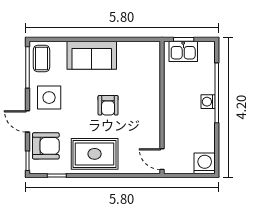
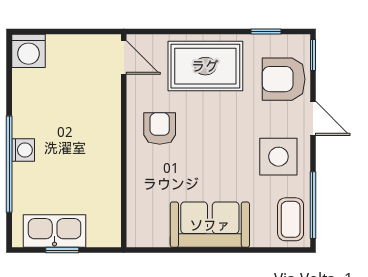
kitchen sink: (183, 51) -> (55, 231), width x1.38
armchair: (108, 105) -> (160, 128), moved
wall: (162, 107) -> (124, 141), moved
door: (162, 159) -> (124, 58), moved

